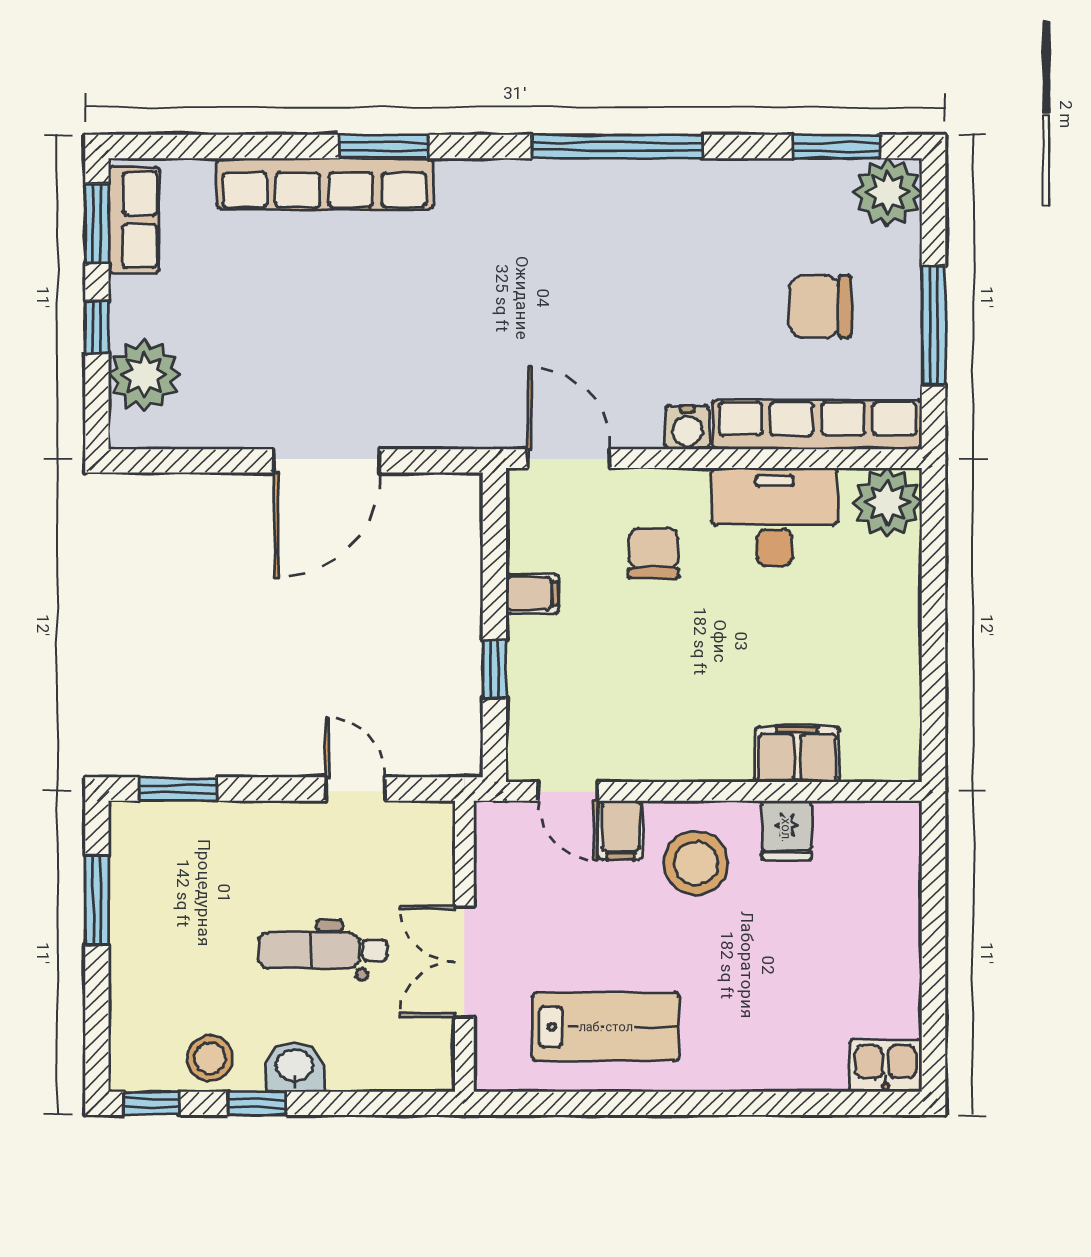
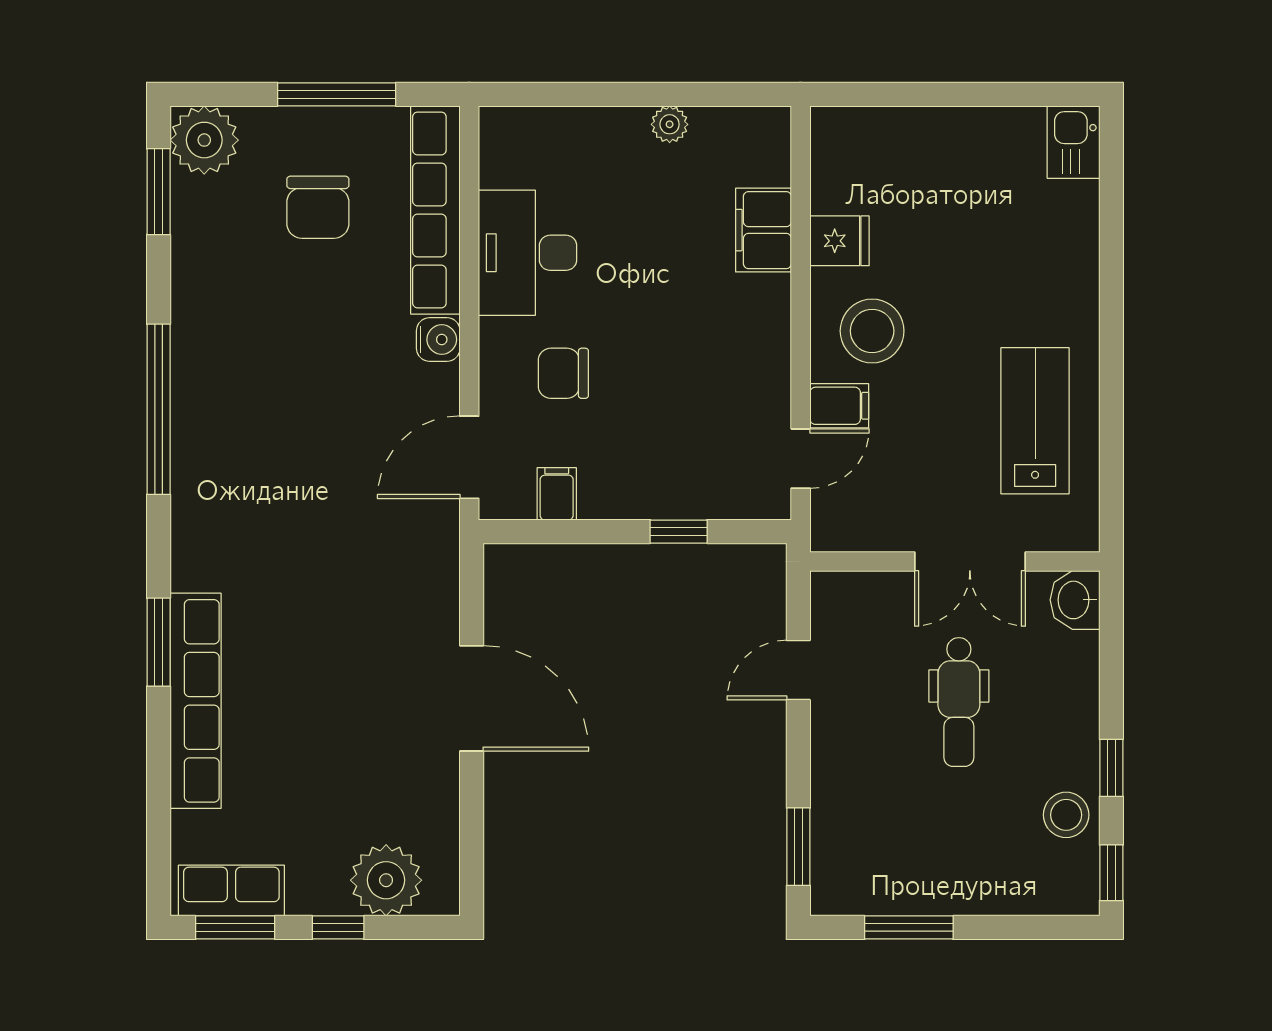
plant: (887, 502) -> (670, 124), moved, width x0.53, depth x0.53
filing cabinet: (532, 594) -> (557, 494), moved
washbasin: (294, 1067) -> (1075, 600), moved

